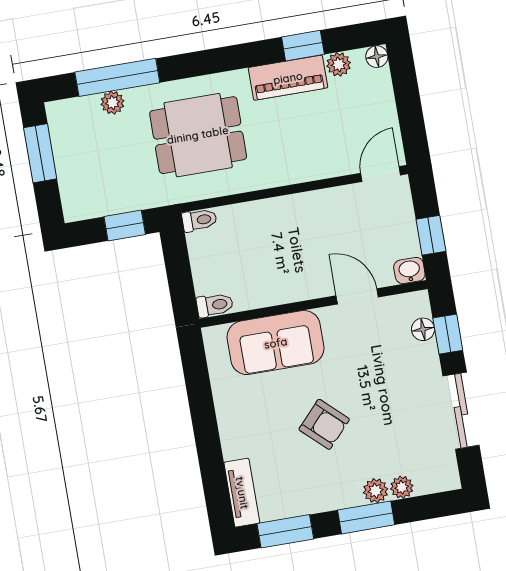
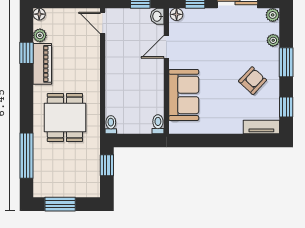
plant: (113, 103) -> (40, 161), removed
floor lamp: (423, 329) -> (177, 14), moved
armchair: (324, 424) -> (253, 81), moved
plant: (376, 491) -> (273, 15), moved
window: (285, 531) -> (286, 107), width x0.67

